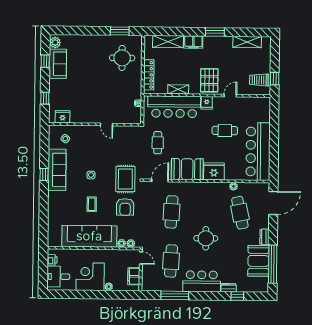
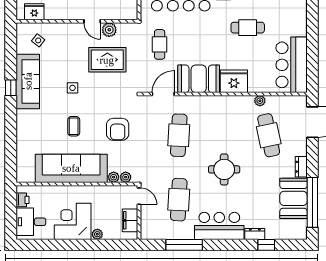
plant: (119, 131) -> (109, 30), added
bar counter: (258, 152) -> (292, 65), width x0.73
rug: (125, 179) -> (107, 60), moved, turned 90

